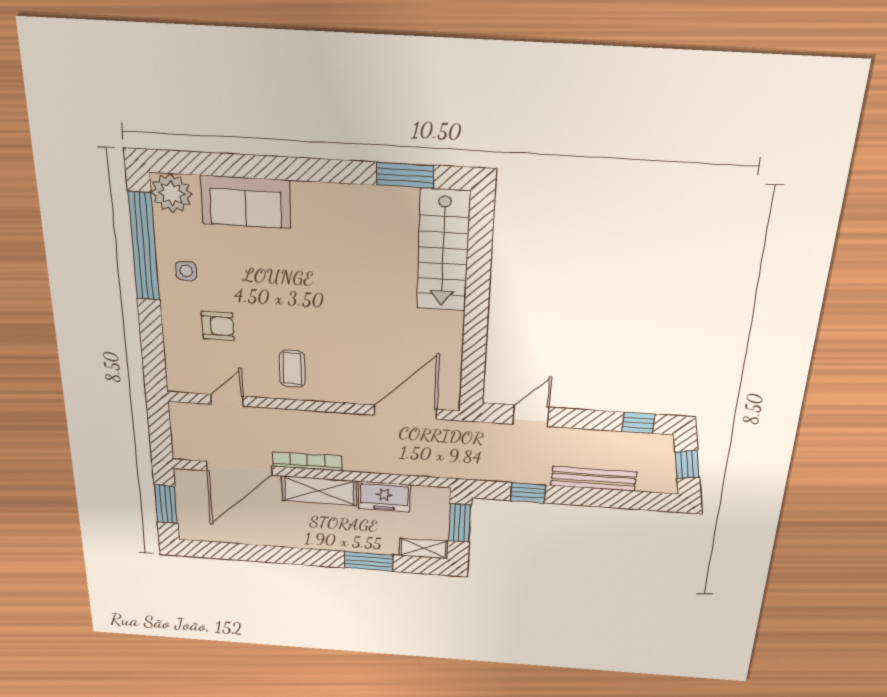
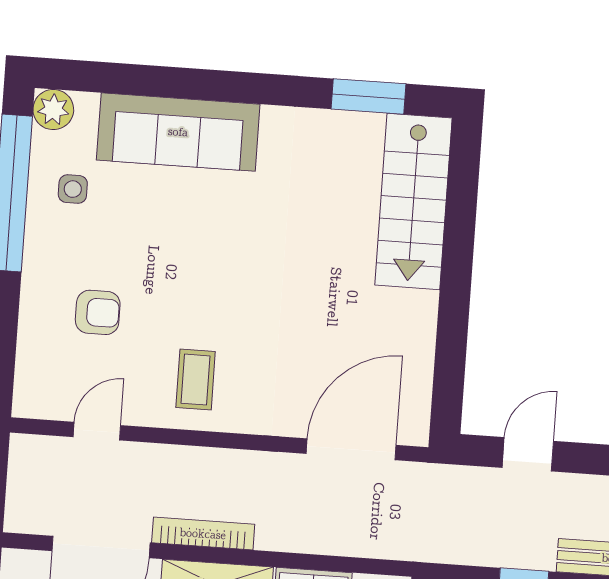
plant: (172, 193) -> (53, 110), width x0.73, depth x0.73
sofa: (246, 202) -> (178, 132), width x1.36
side table: (186, 271) -> (73, 189), moved

